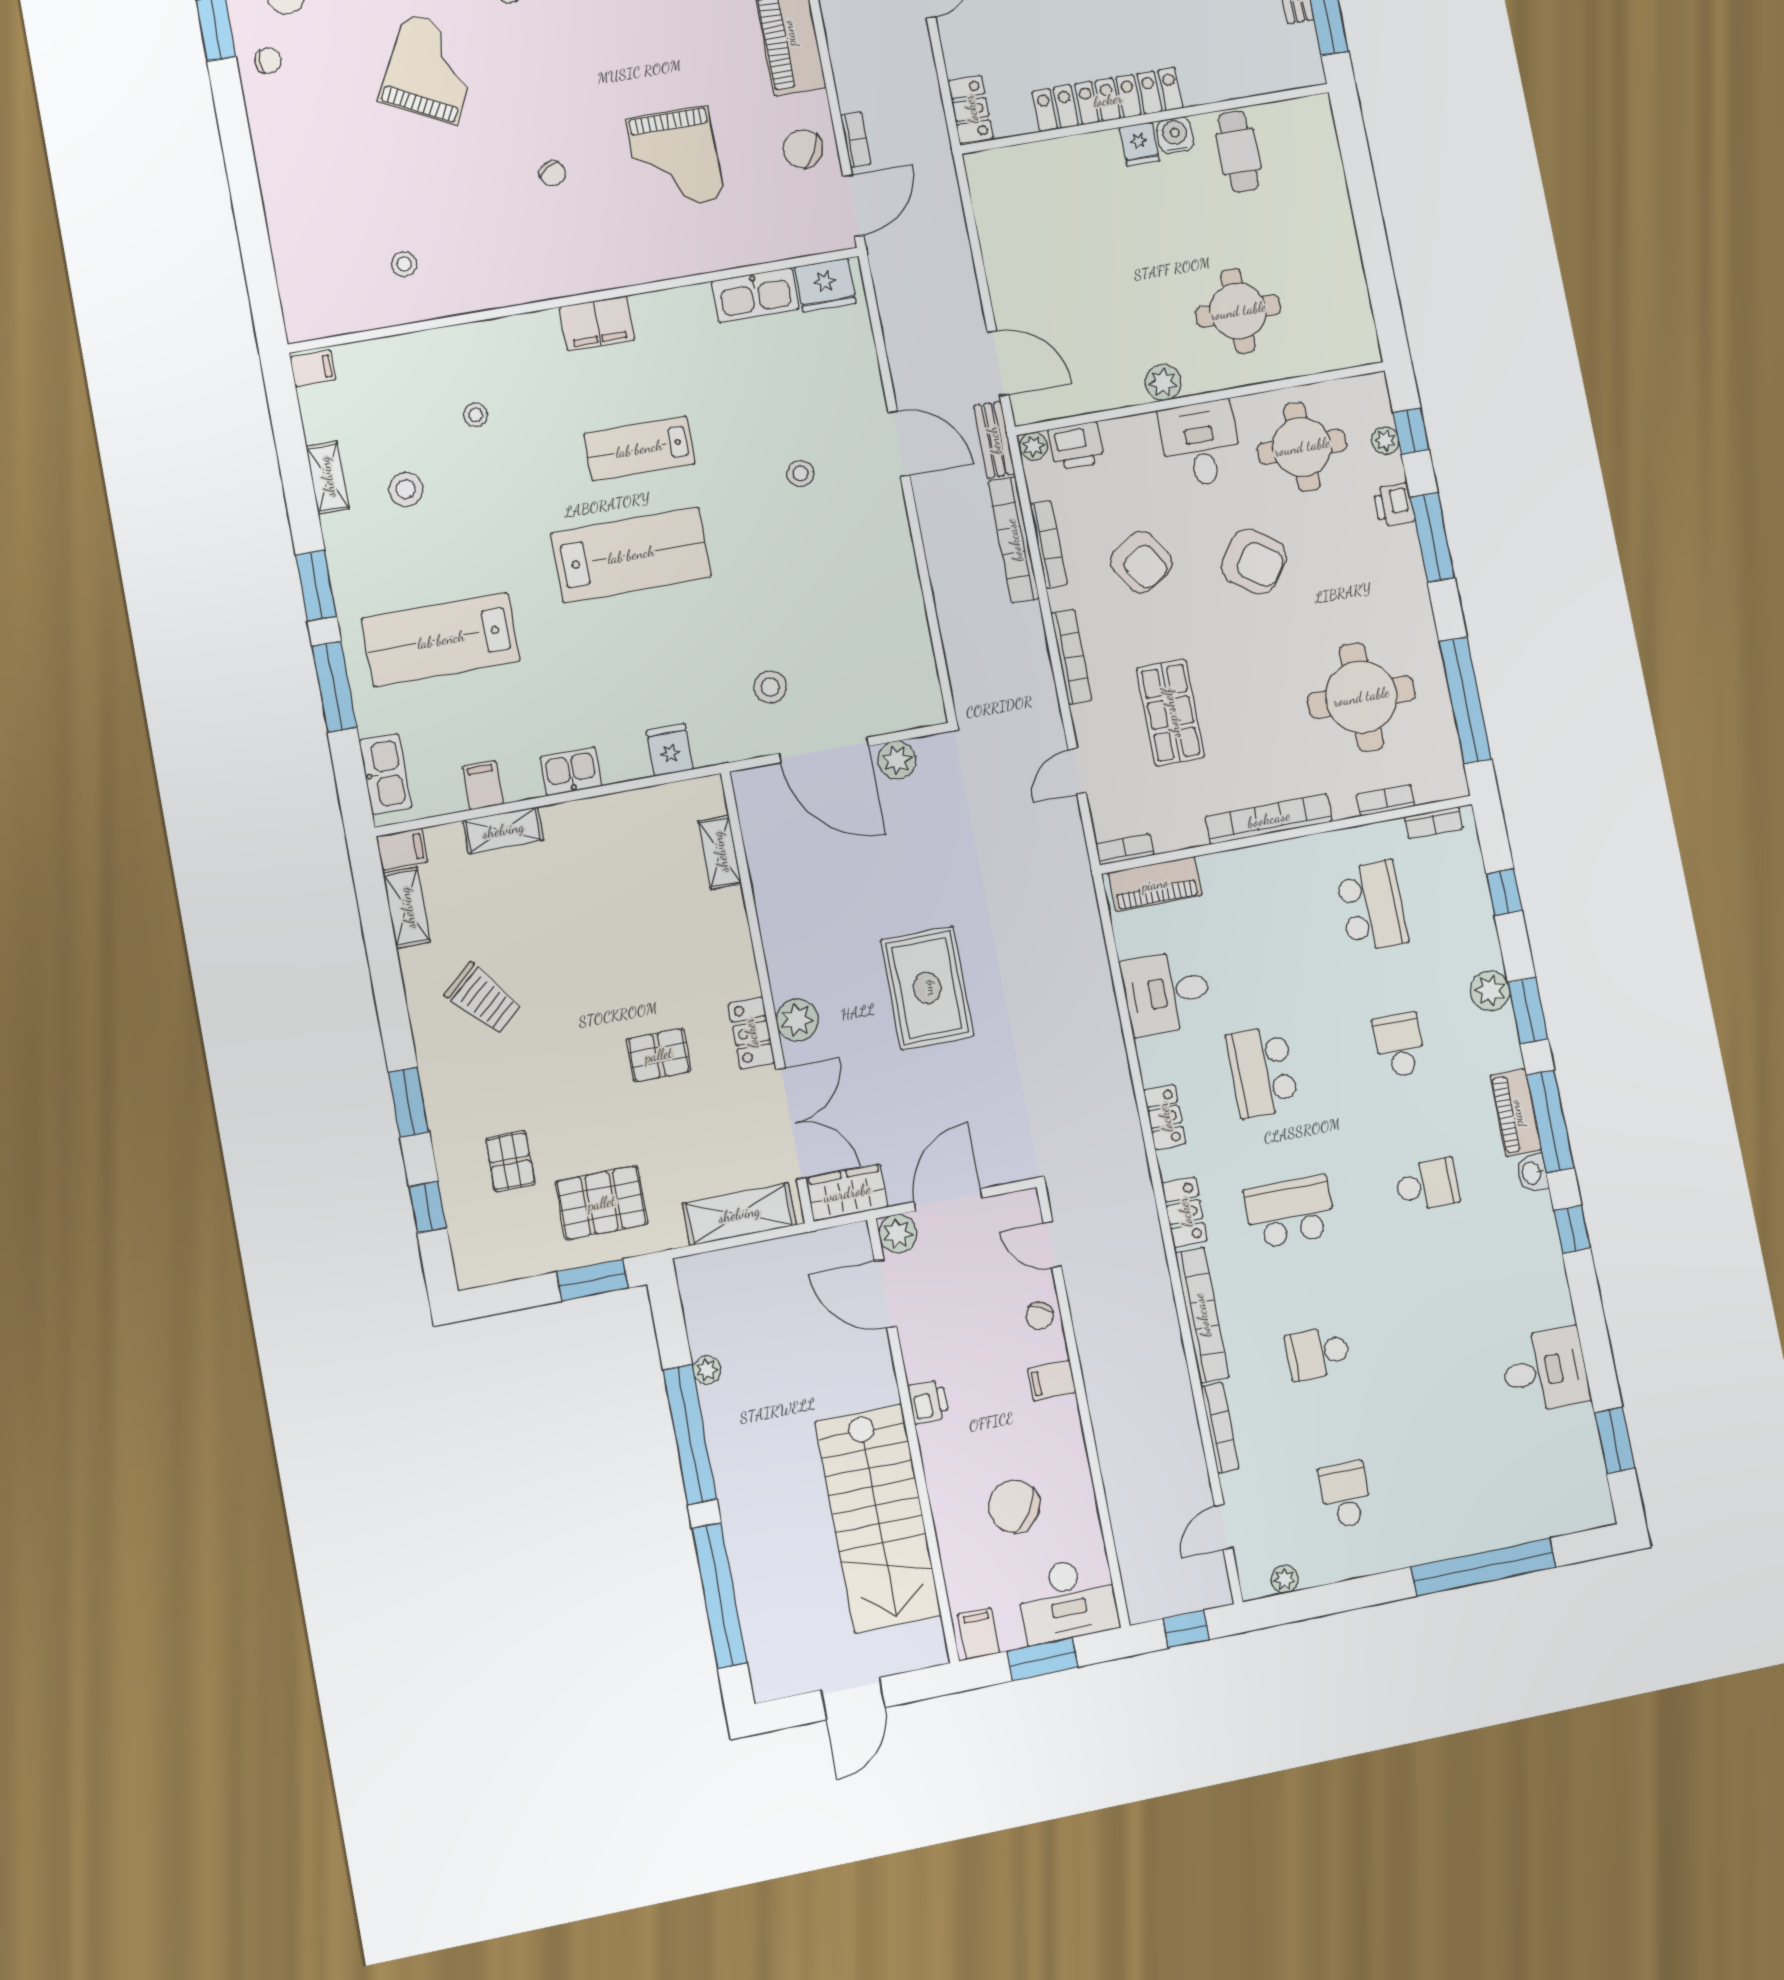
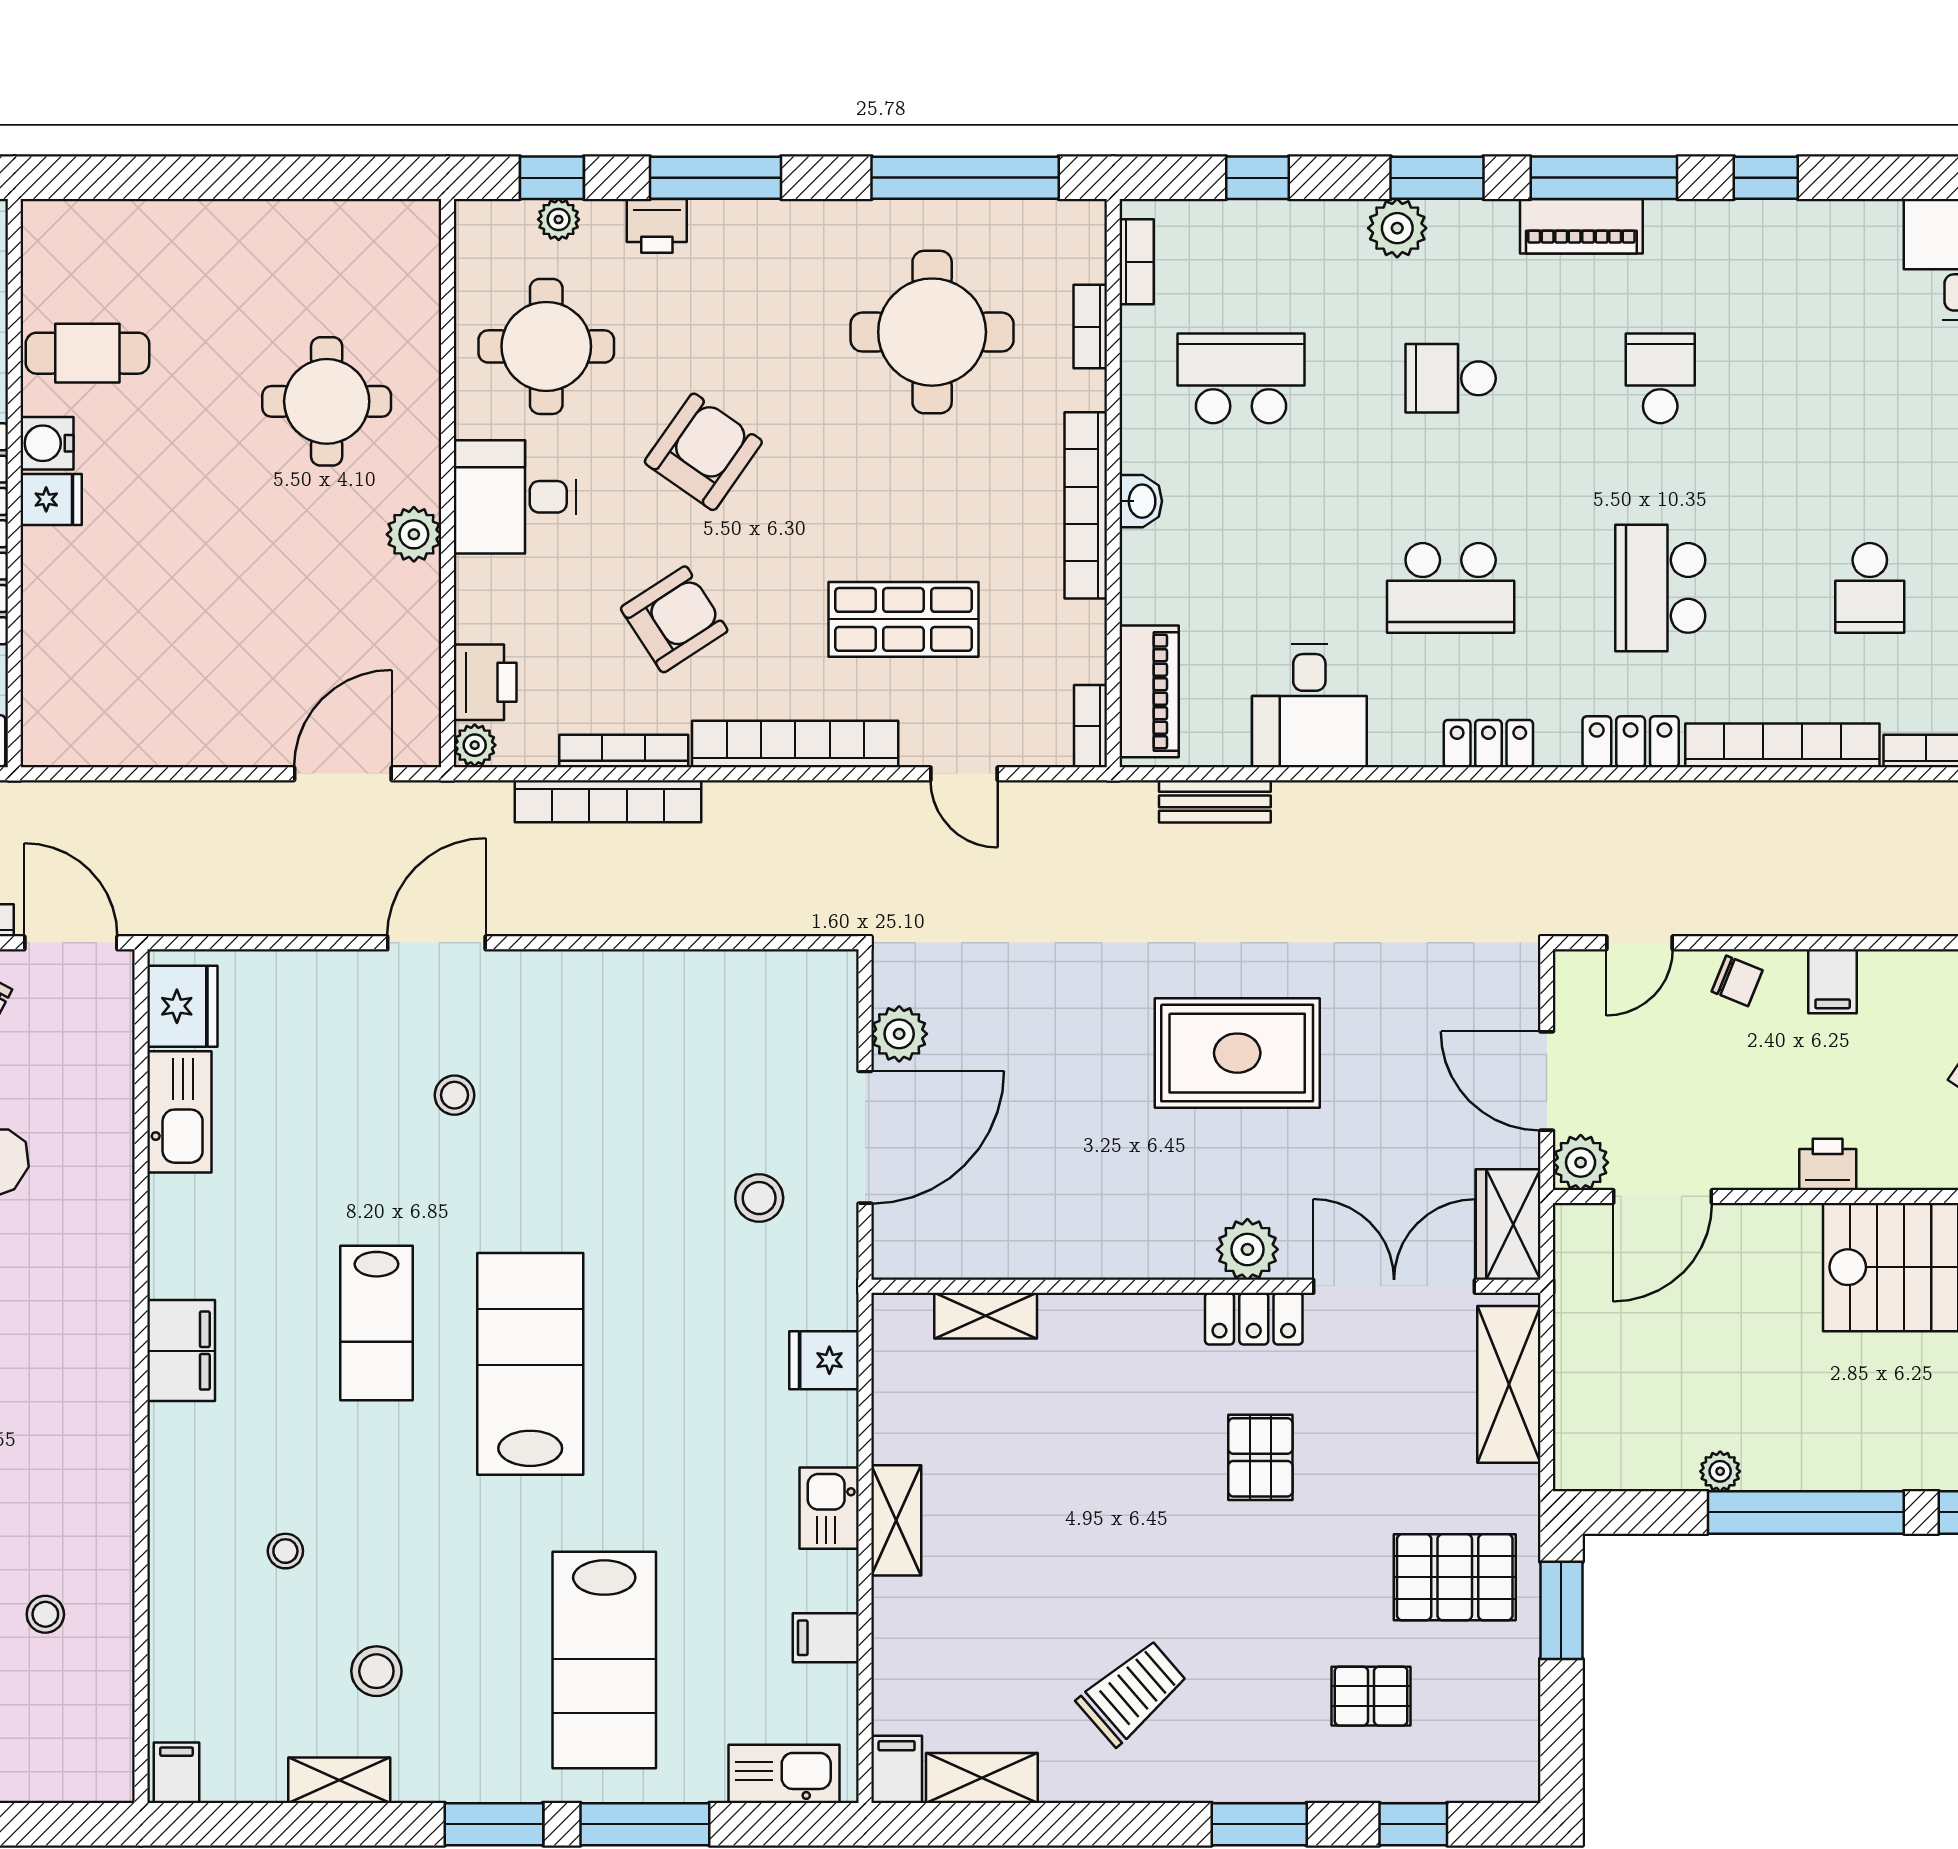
bench: (994, 440) -> (1215, 801), moved
bookcase: (1071, 657) -> (795, 744), width x1.48, depth x1.31
shelving: (503, 830) -> (896, 1520), moved
washbasin: (1532, 1173) -> (1141, 501), moved, turned -90
pallet: (602, 1203) -> (1455, 1577), turned 90

